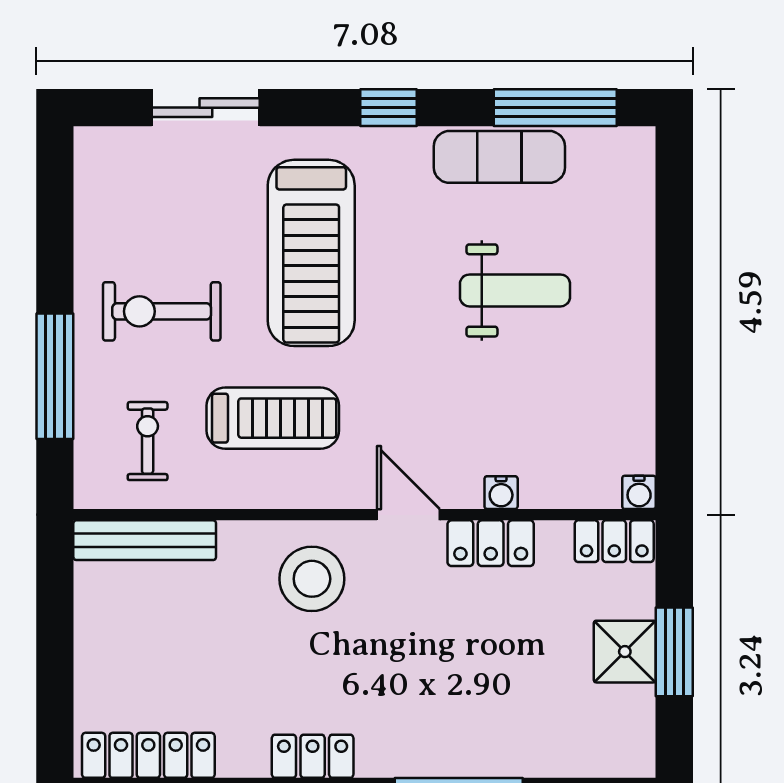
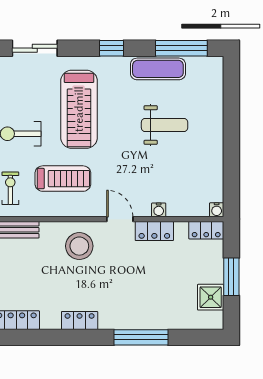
shower: (625, 652) -> (211, 297), moved

